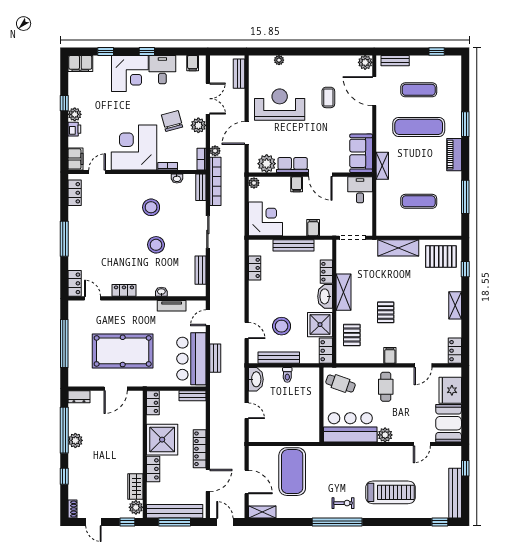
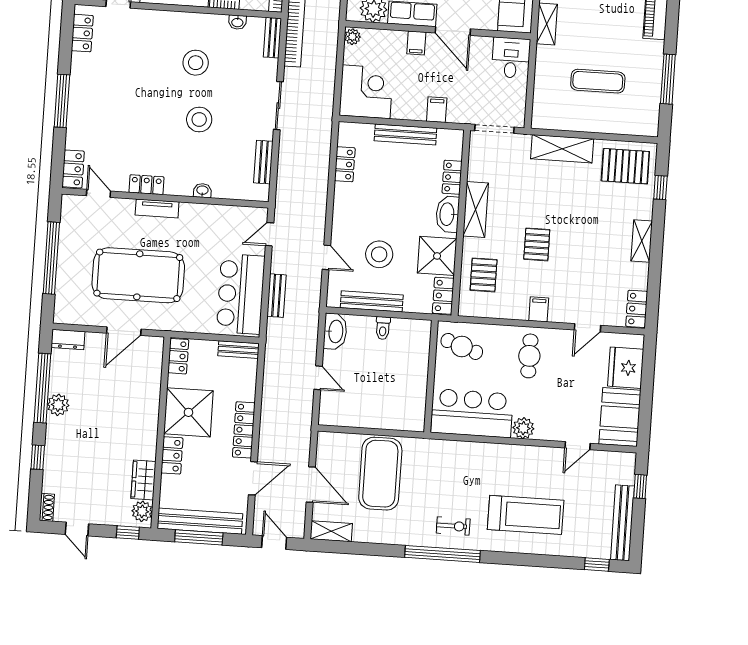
tv unit: (172, 306) -> (157, 208), moved

